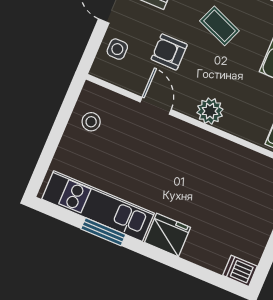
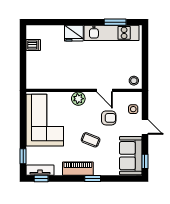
stool: (91, 122) -> (134, 81), moved
window: (103, 232) -> (115, 22), moved
dishwasher: (240, 271) -> (33, 45), moved

